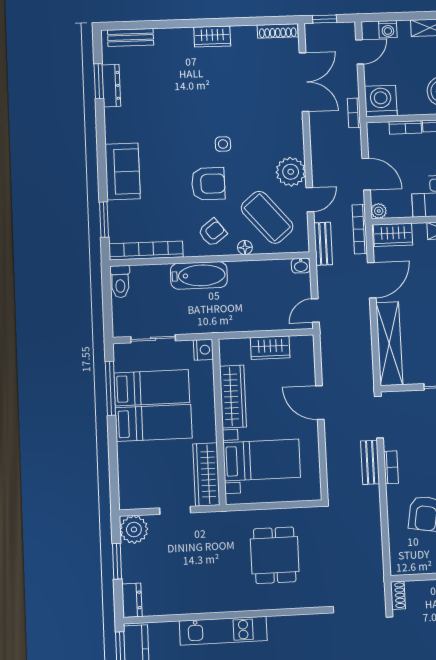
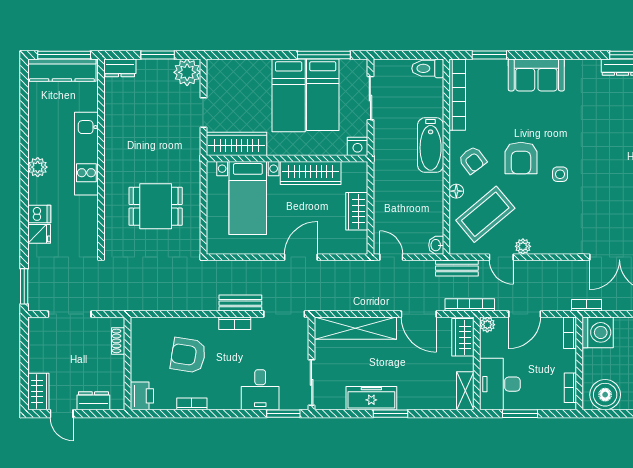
bookcase: (405, 127) -> (570, 333), moved
plant: (291, 172) -> (523, 246), width x0.53, depth x0.53
shoe rack: (398, 595) -> (118, 341), moved, turned 90

